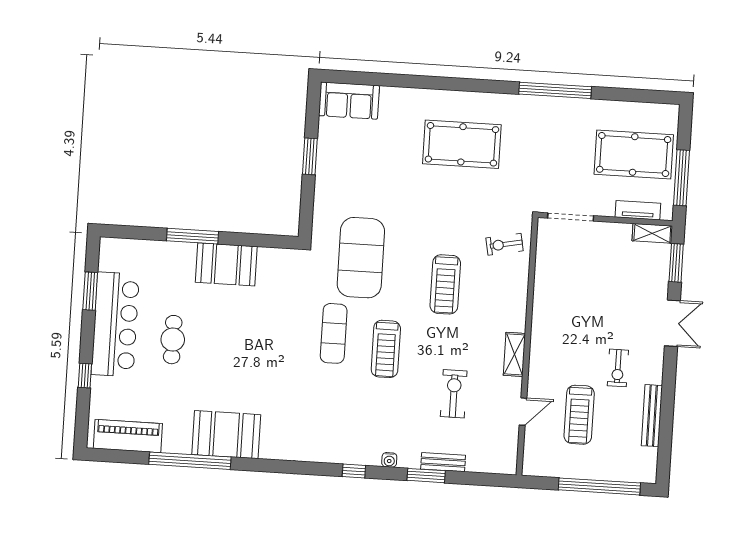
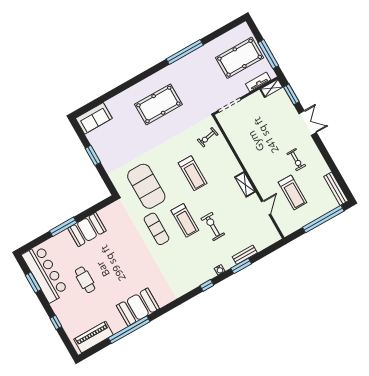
bar counter: (115, 324) -> (45, 274), moved
exercise bike: (454, 394) -> (213, 226), moved
bench: (652, 416) -> (336, 189), moved

